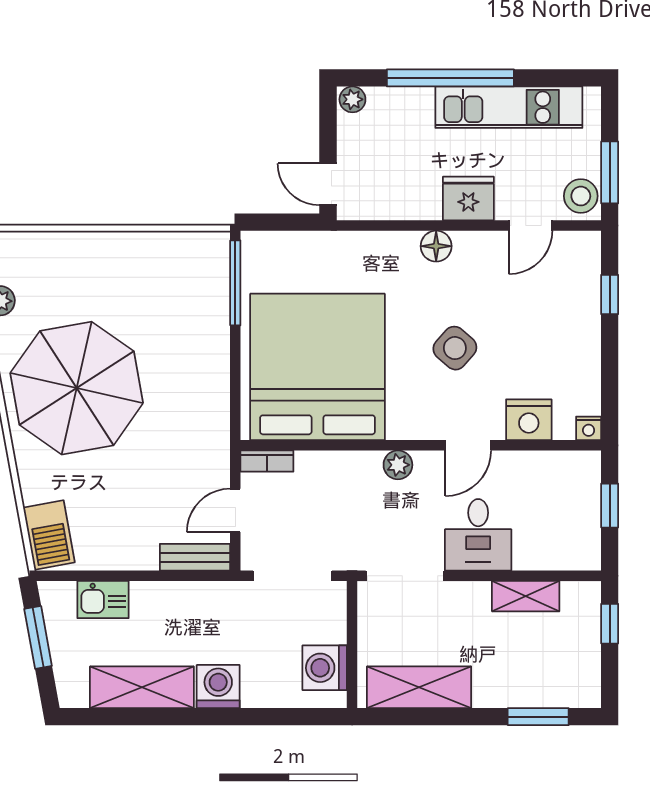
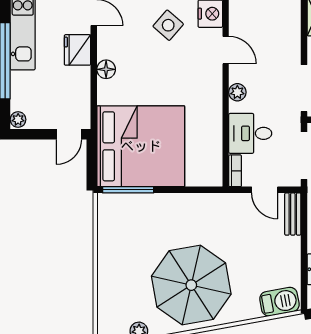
side table: (455, 348) -> (168, 25), moved
bed: (317, 367) -> (141, 146), moved, turned 180
desk: (478, 535) -> (250, 133), moved, turned 180

